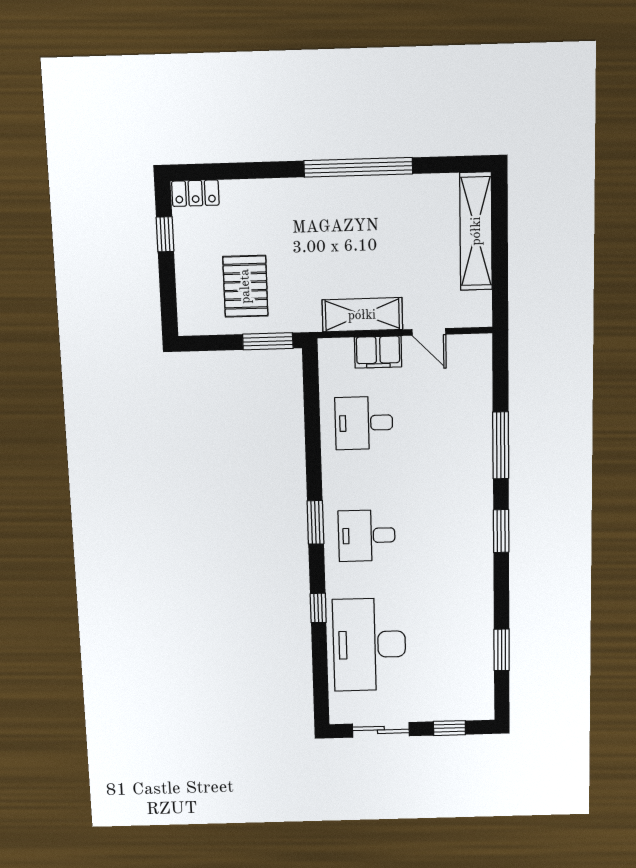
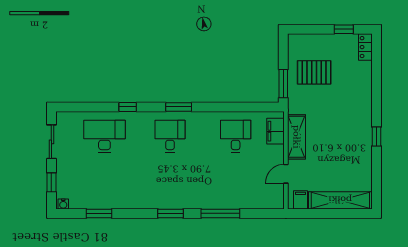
window: (358, 167) -> (377, 137), width x0.32
filing cabinet: (476, 304) -> (300, 200), added
filing cabinet: (378, 352) -> (275, 131), moved
desk: (369, 645) -> (104, 136), width x0.73, depth x0.77
water cooler: (486, 708) -> (63, 204), added

